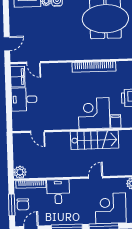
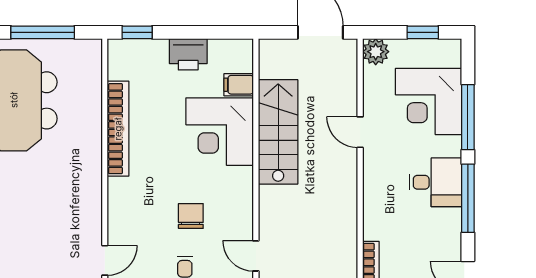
chair: (55, 101) -> (191, 216), added
door: (38, 132) -> (256, 256), swing flipped
desk: (58, 192) -> (435, 182), moved, turned 180

